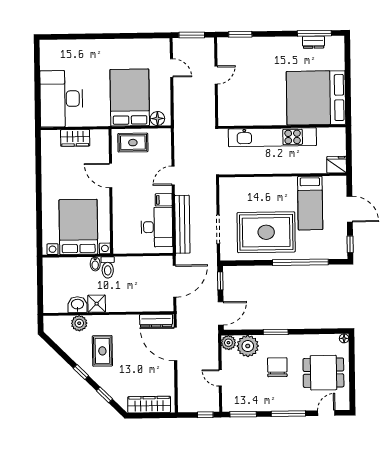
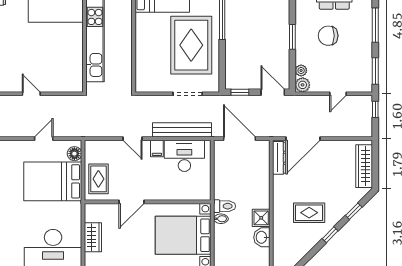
door: (172, 68) -> (44, 139), moved
plant: (79, 323) -> (281, 236), removed
plant: (248, 346) -> (301, 70), width x0.53, depth x0.53

